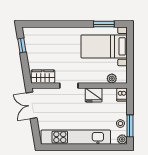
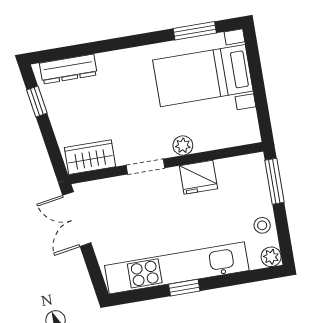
dresser: (40, 32) -> (68, 69), added
plant: (112, 79) -> (183, 146), moved
dishwasher: (122, 95) -> (255, 166), removed
window: (130, 126) -> (274, 181), moved
window: (78, 147) -> (184, 288), added

